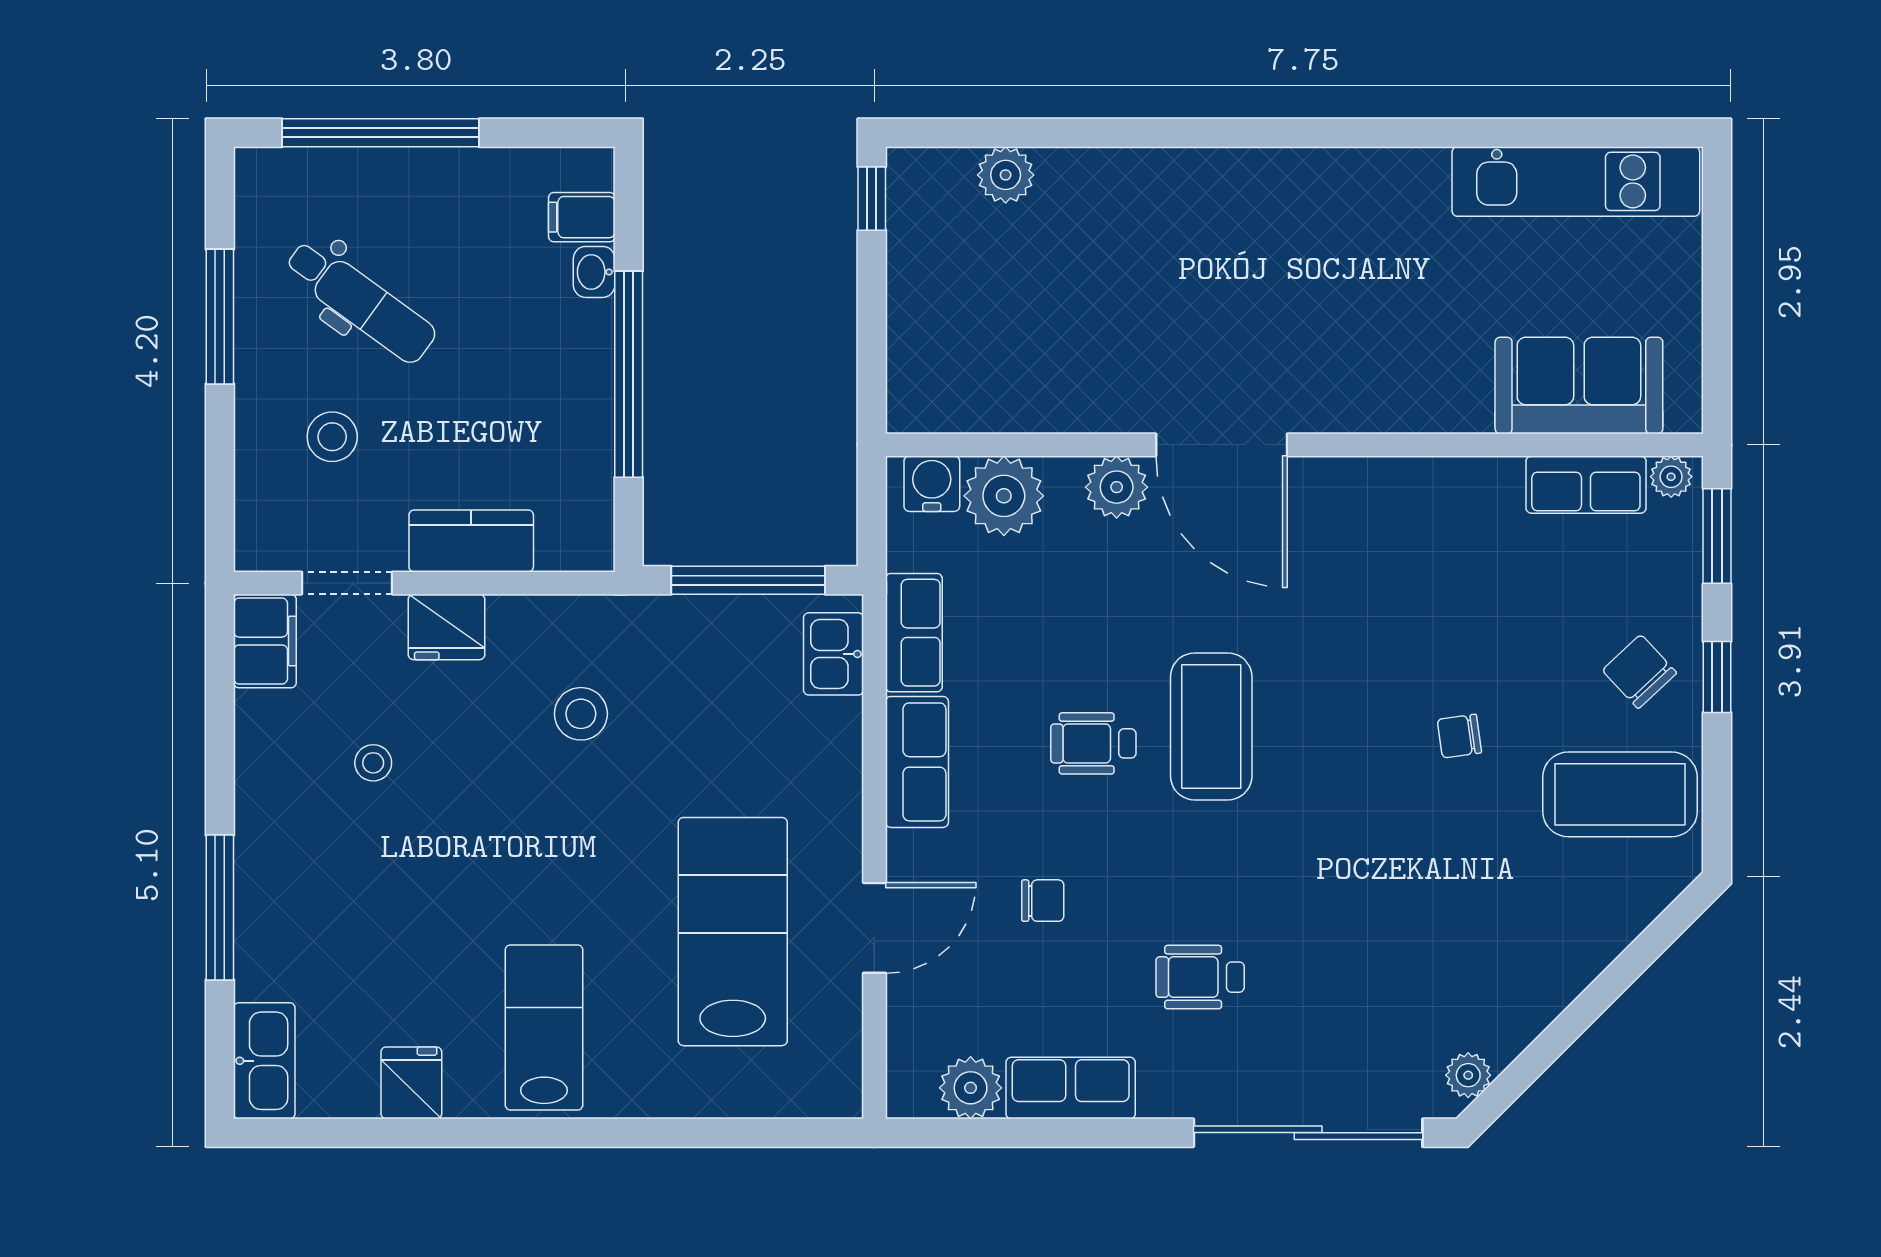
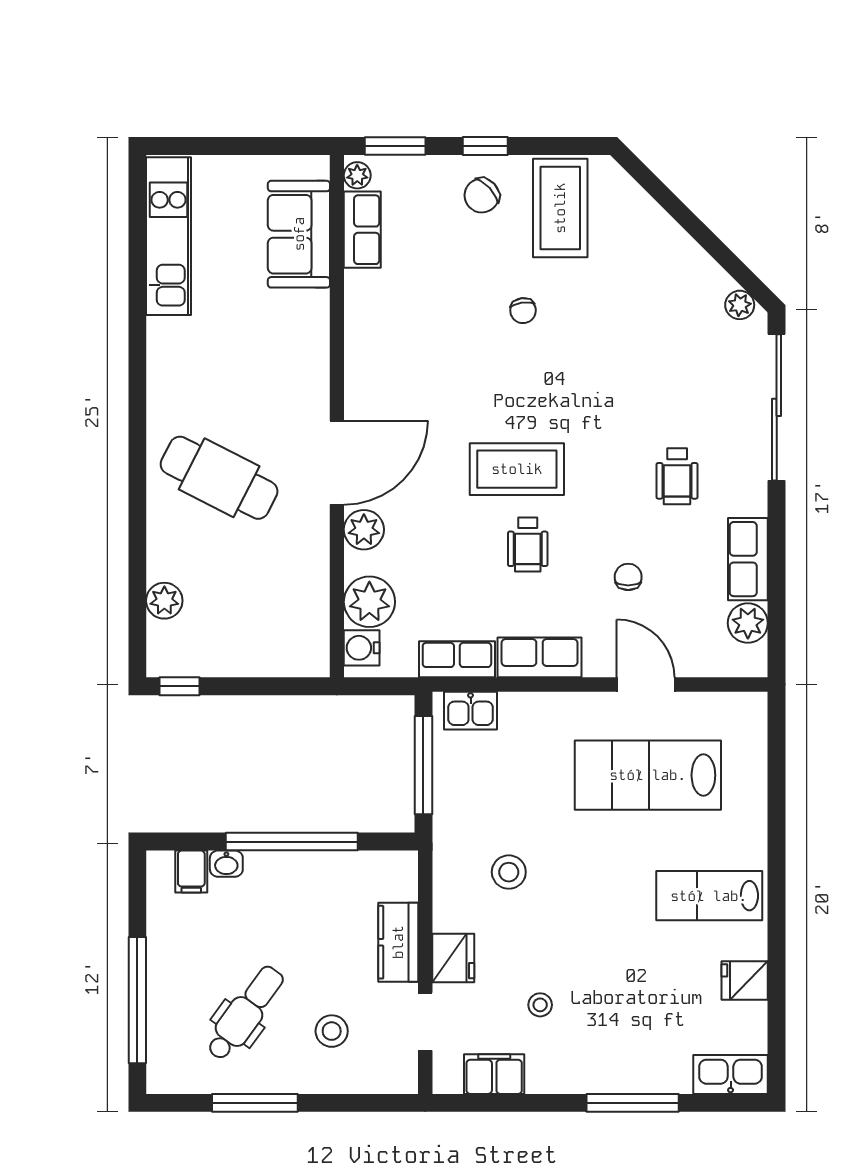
cafe table: (1198, 261) -> (219, 478), added
filing cabinet: (265, 641) -> (494, 1074), moved

